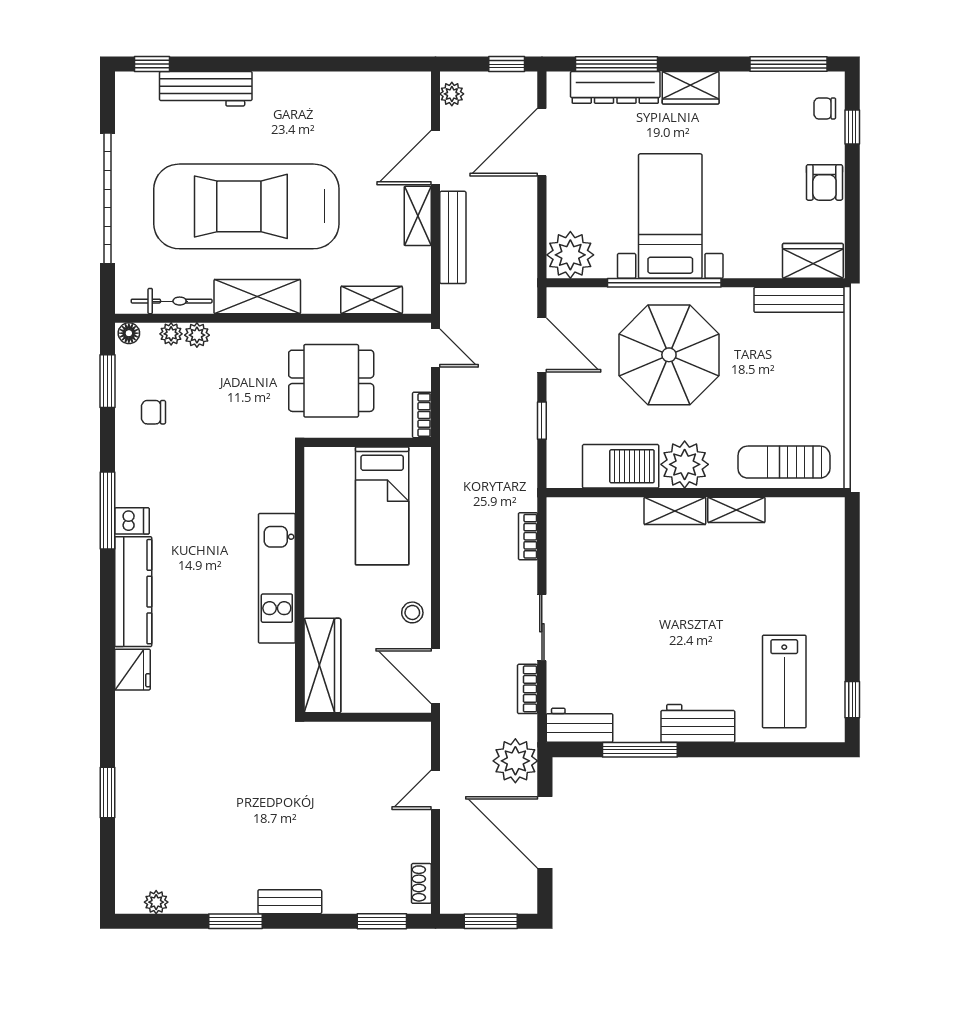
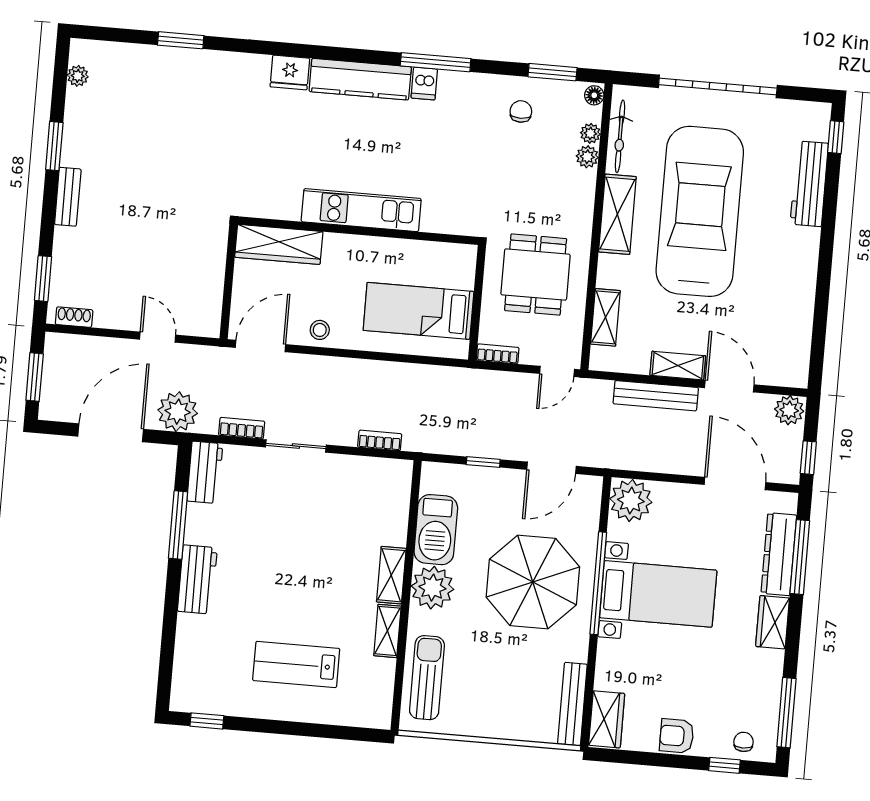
plant: (452, 94) -> (789, 410), width x1.38, depth x1.38
lab bench: (784, 682) -> (296, 664), moved

